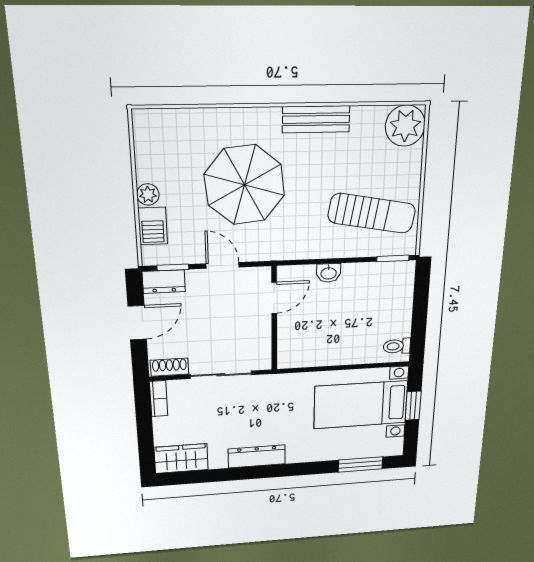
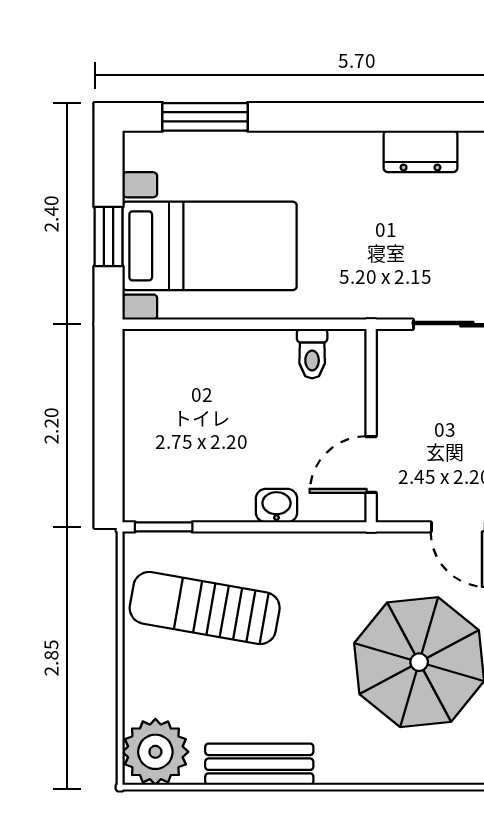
bench: (316, 119) -> (259, 764), moved
toilet: (397, 346) -> (312, 354), moved, turned 90
dresser: (257, 456) -> (421, 151), width x0.70

